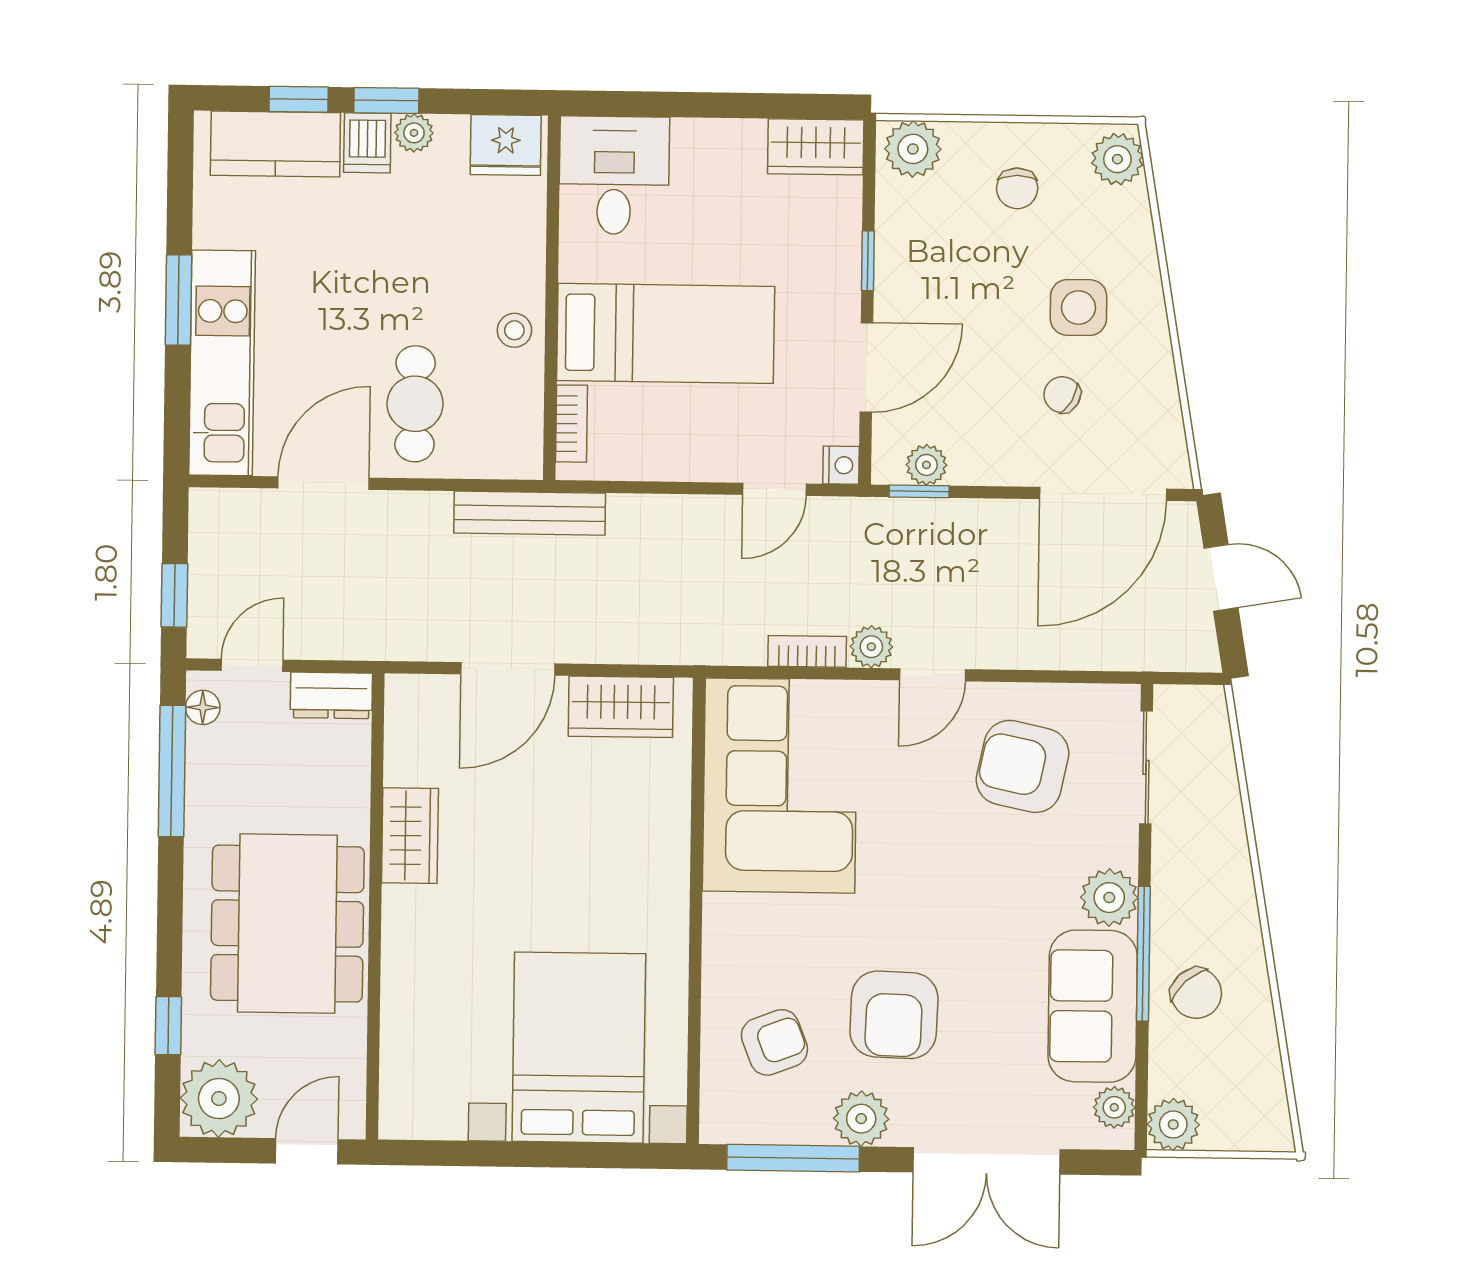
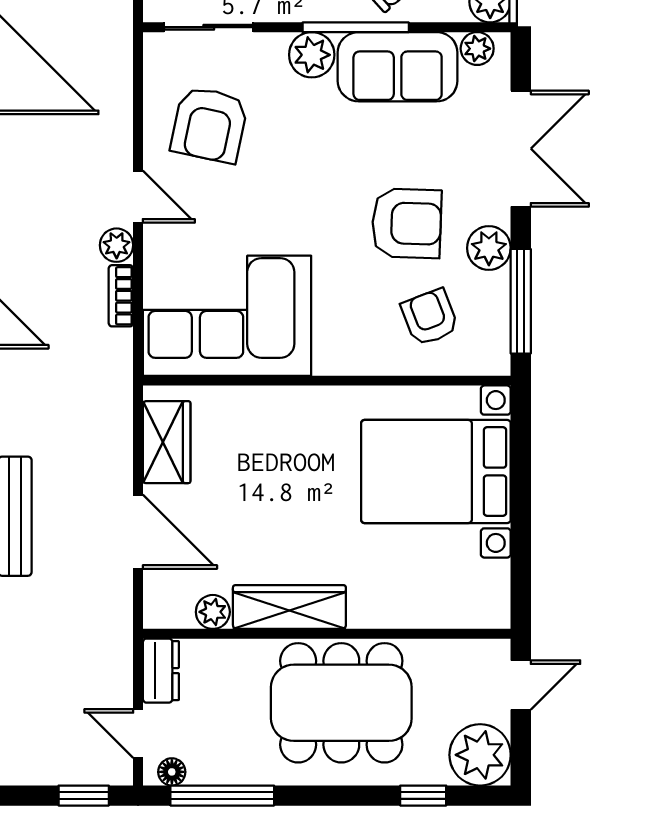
plant: (405, 762) -> (213, 612), added
wardrobe: (410, 836) -> (289, 607), width x1.50
door: (307, 1151) -> (521, 685), swing flipped

